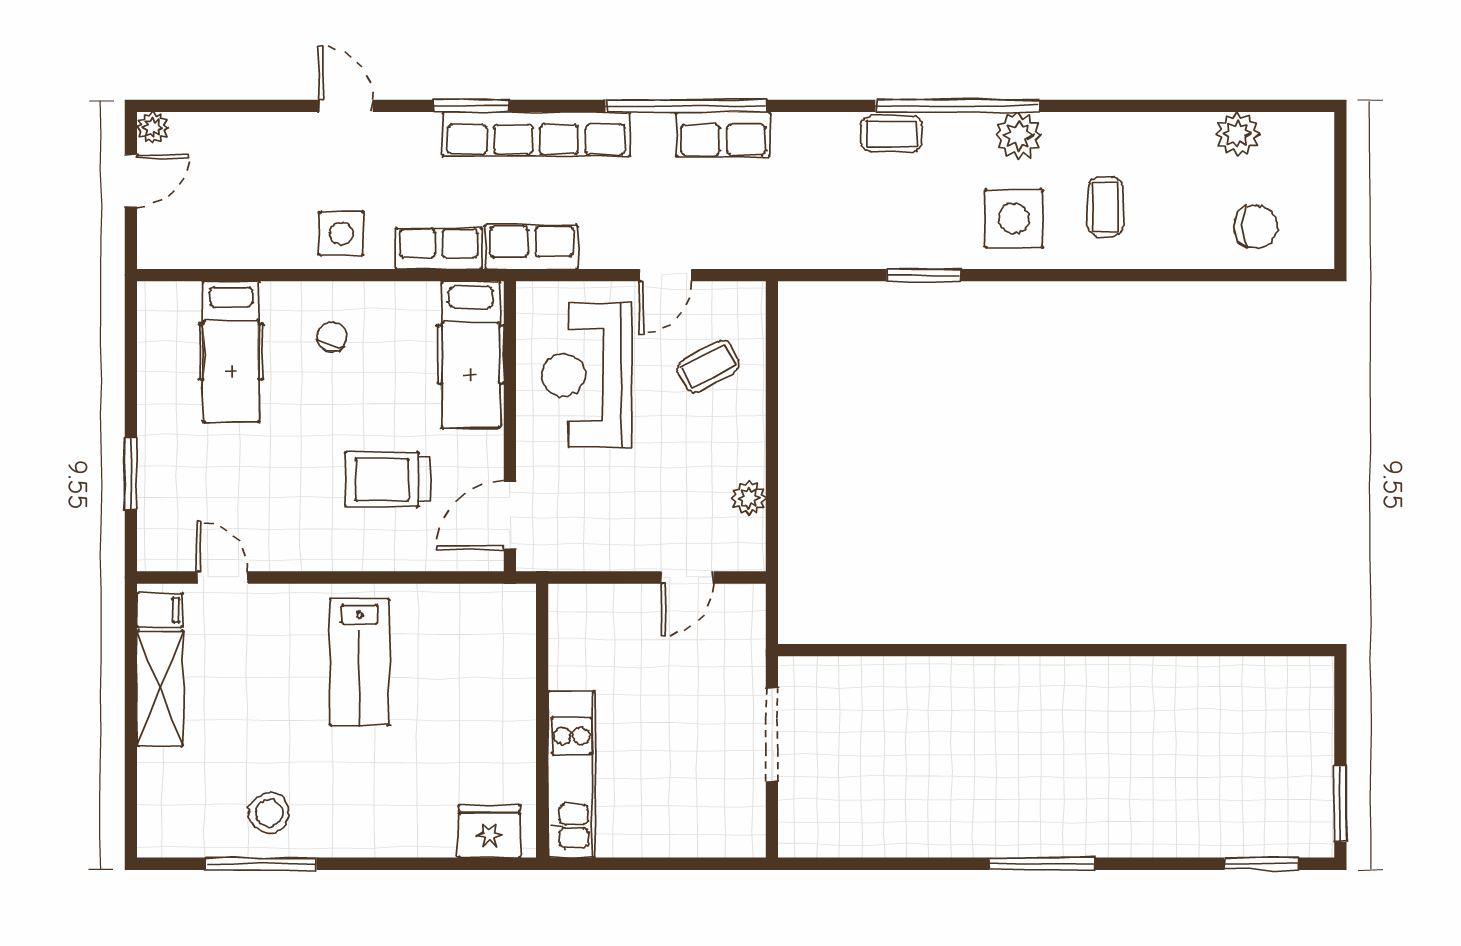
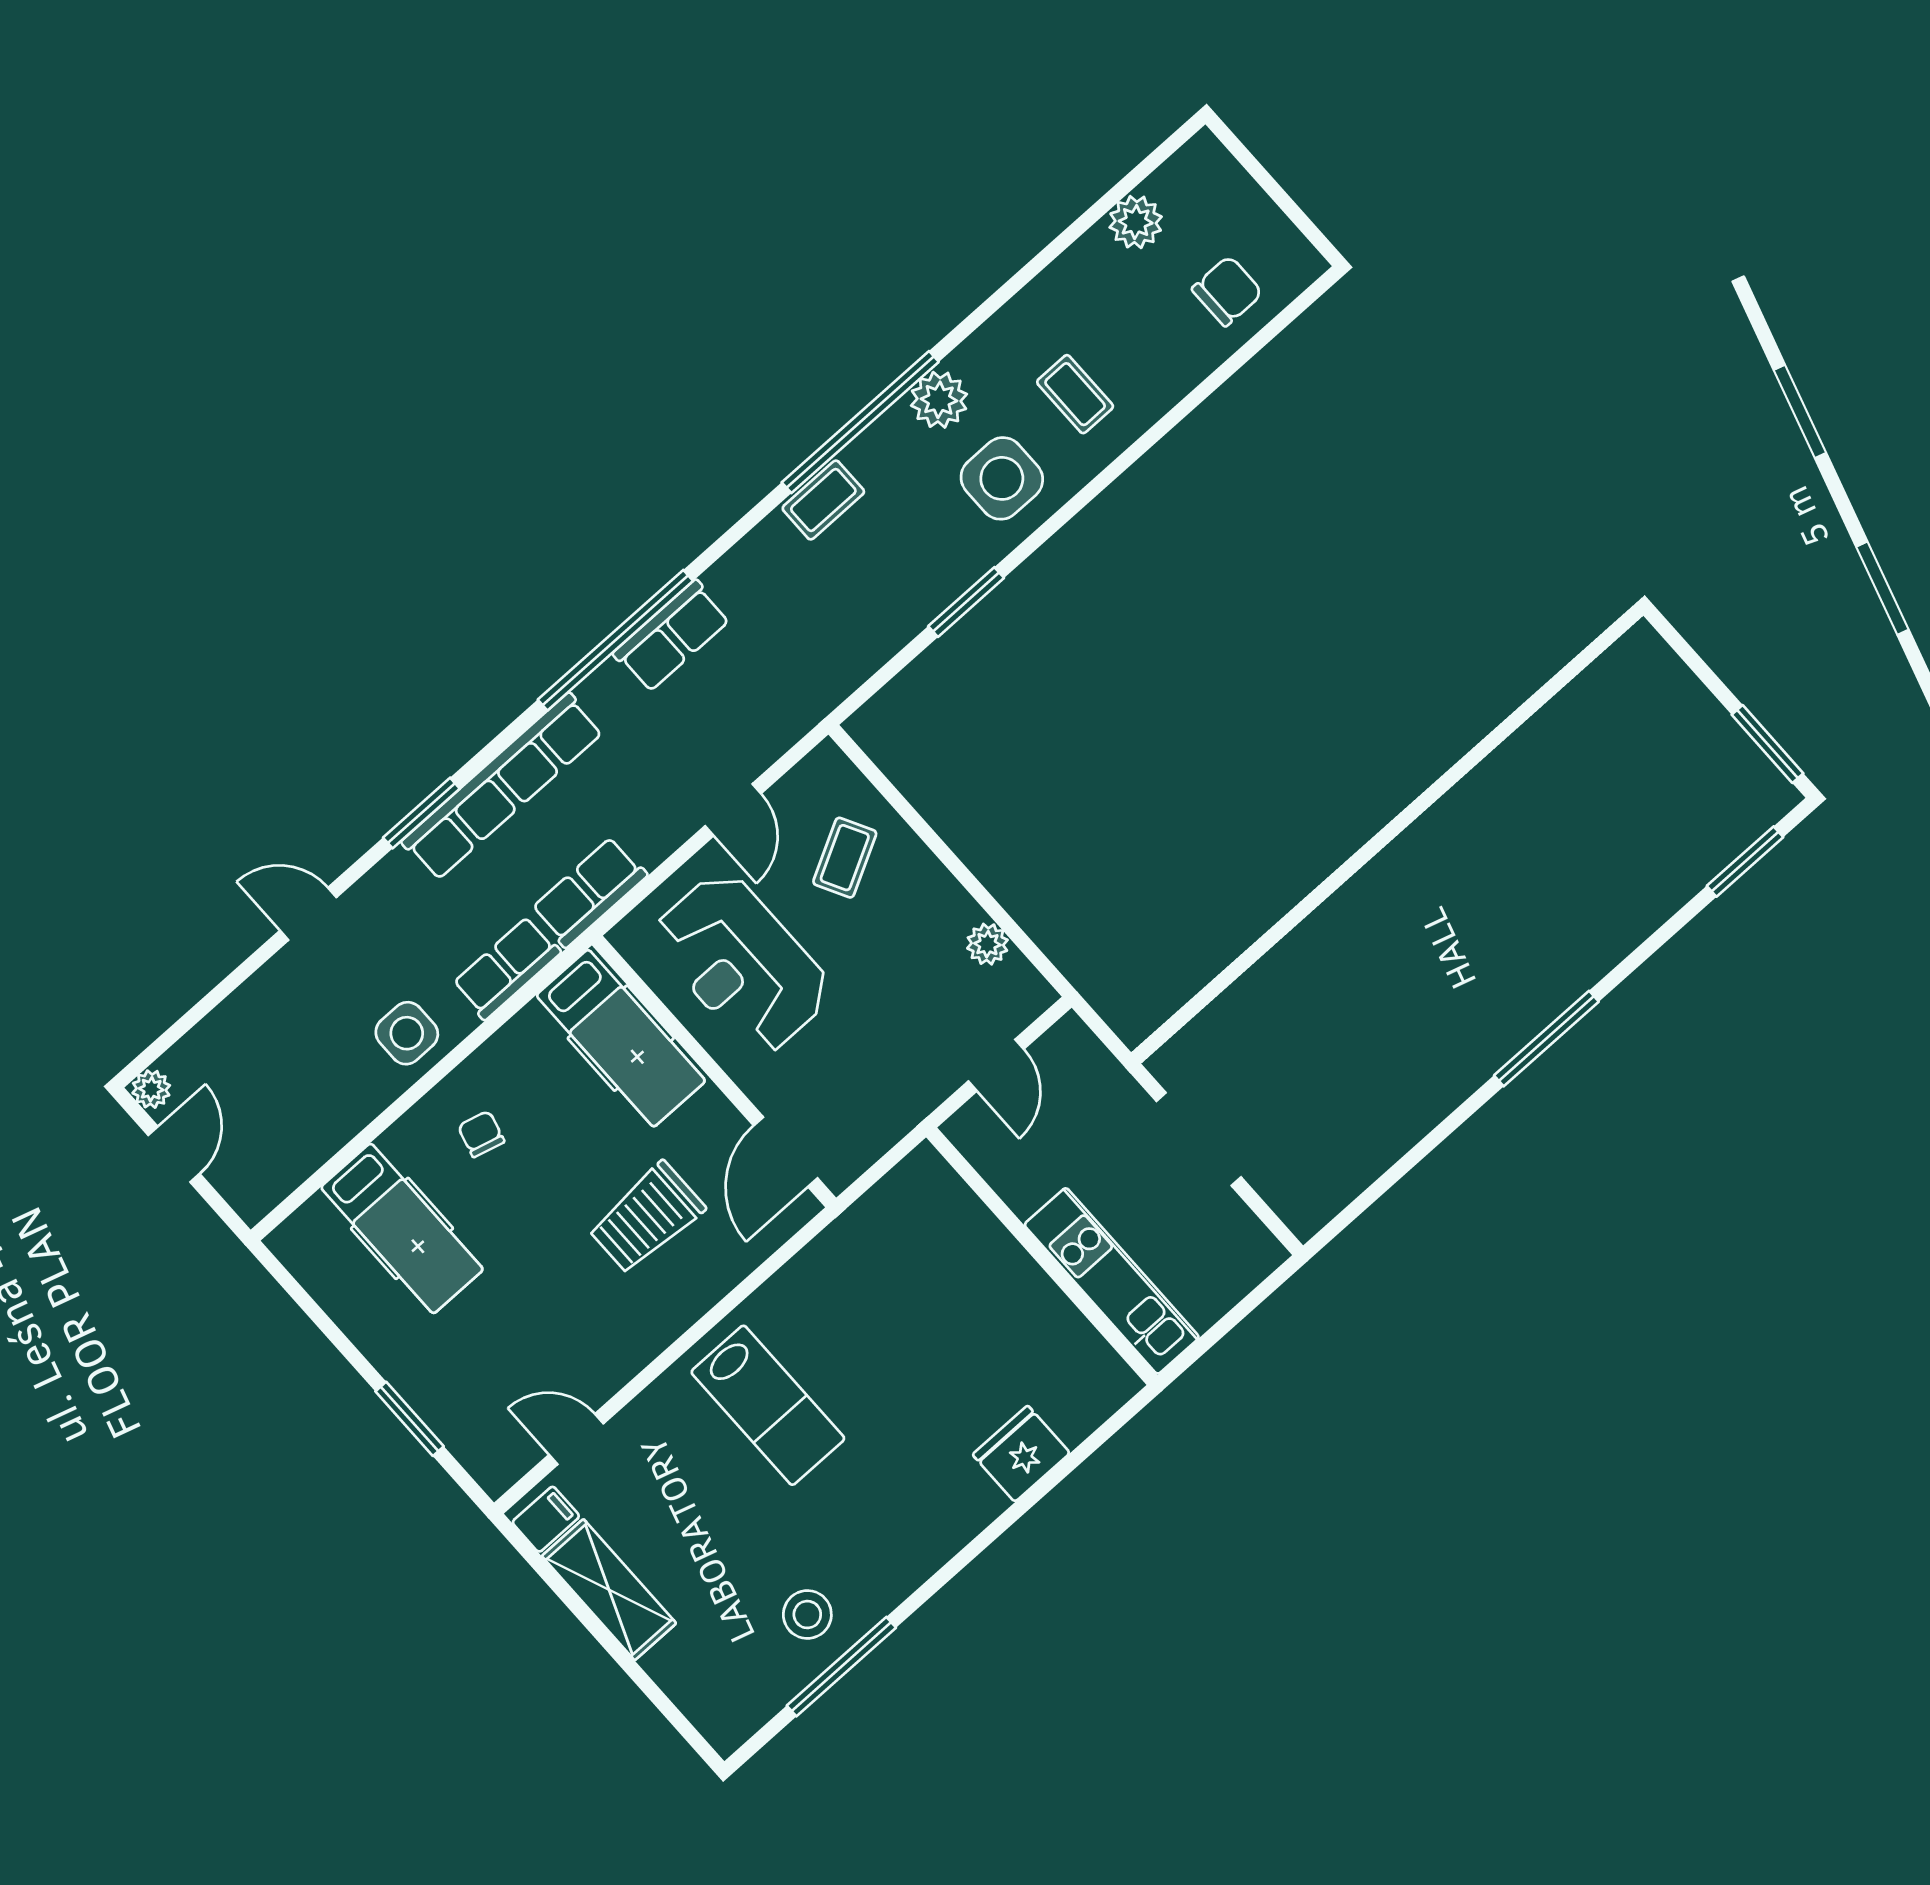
wall: (542, 721) -> (1042, 1256), moved
kitchen unit: (572, 774) -> (1112, 1281), moved

